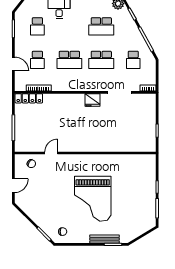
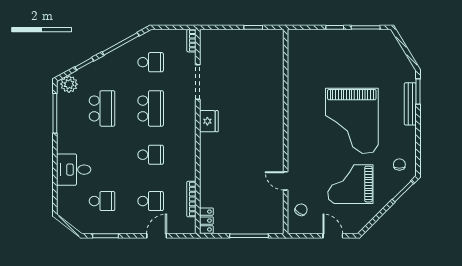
school desk: (69, 60) -> (151, 155), width x0.54
locker: (29, 98) -> (206, 221), width x0.66
grand piano: (49, 198) -> (350, 184), added
grand piano: (93, 199) -> (352, 121), turned 90

